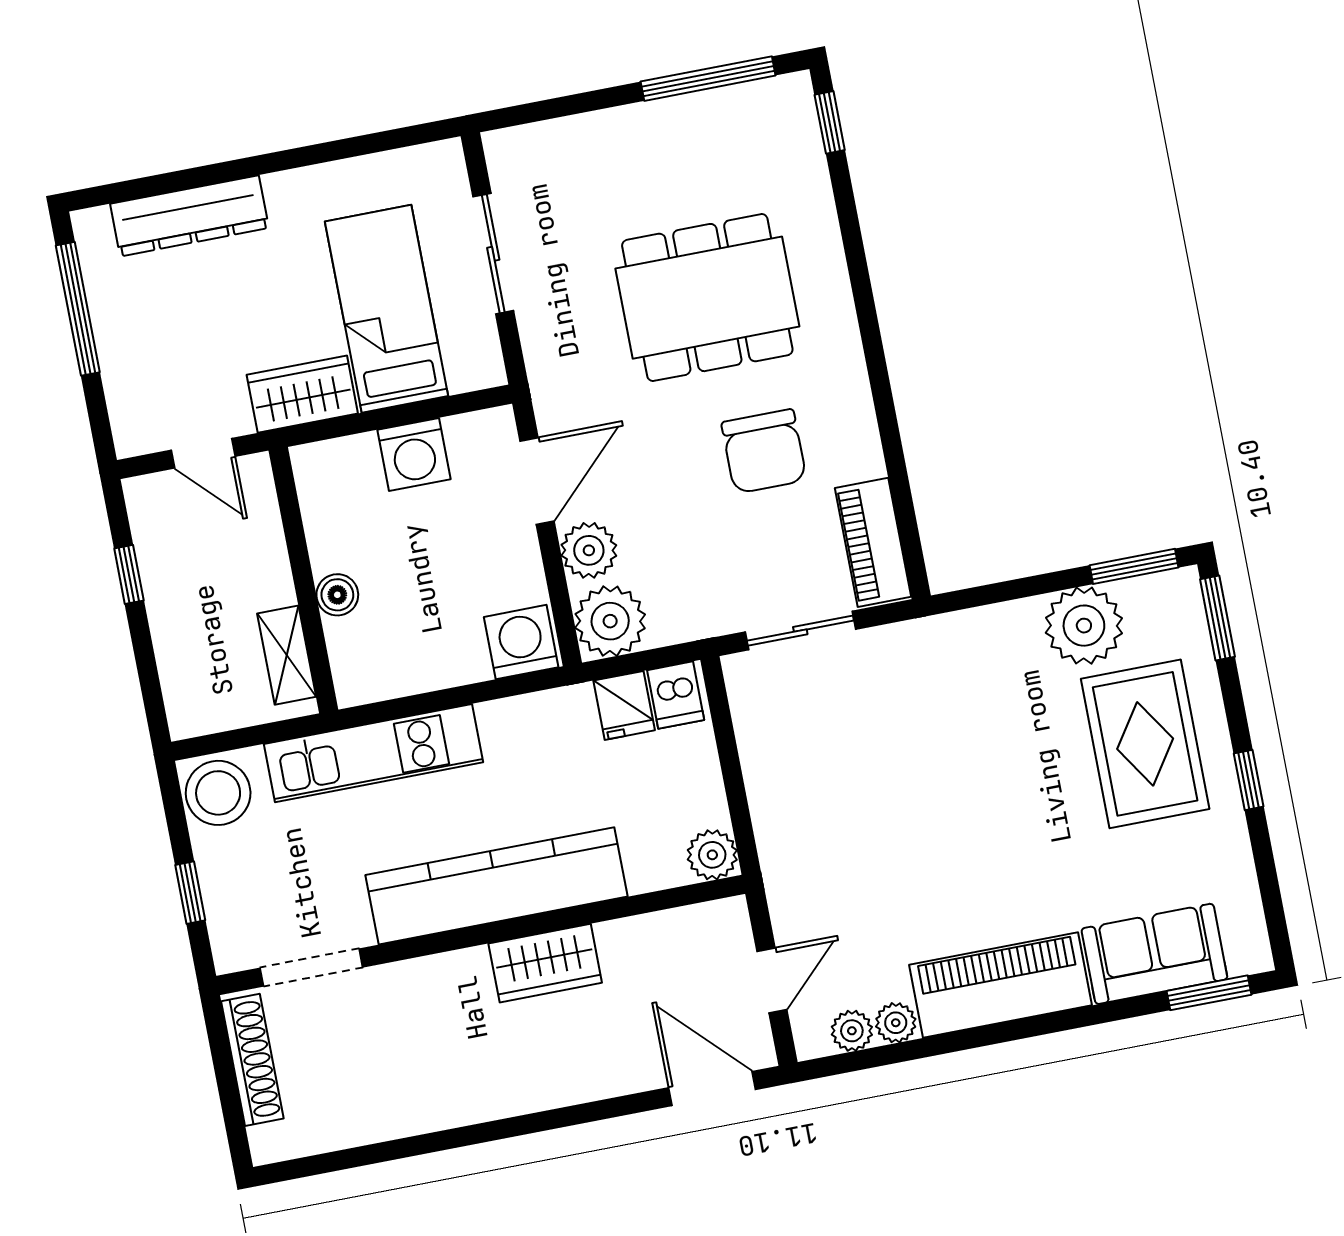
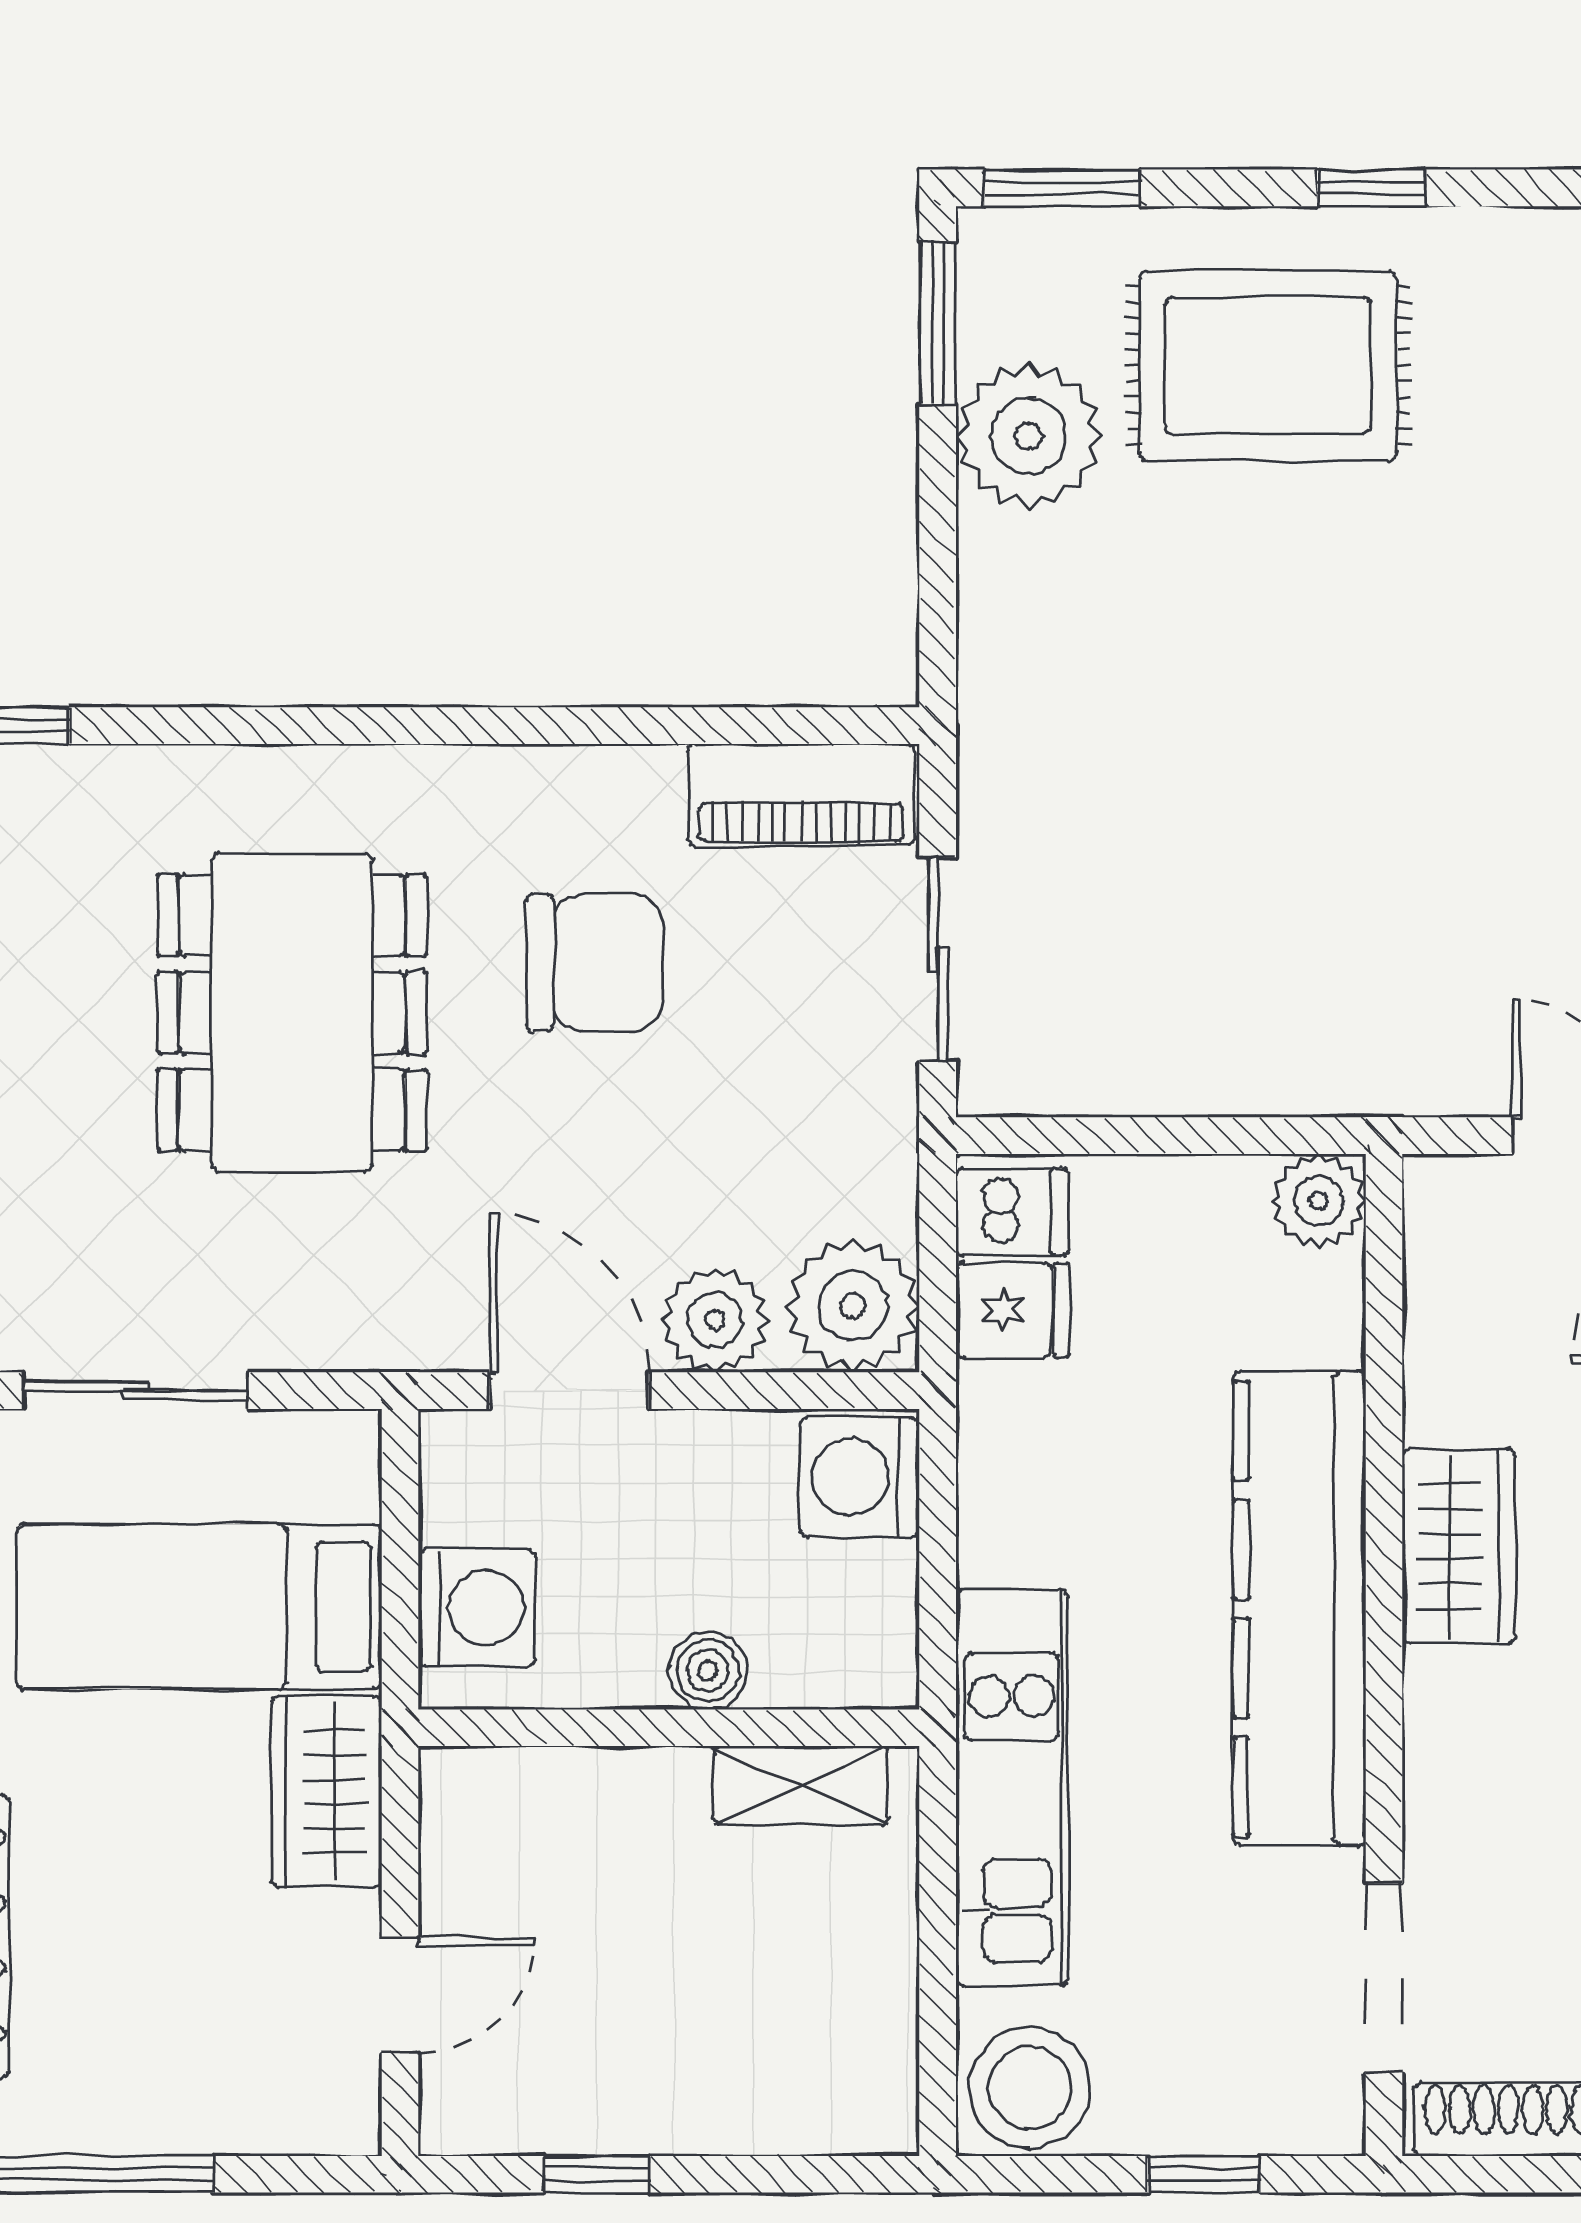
wall: (303, 580) -> (669, 1728), moved
boiler: (337, 595) -> (708, 1671), moved
shelving: (287, 655) -> (801, 1785), moved

